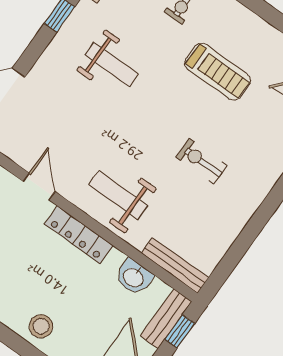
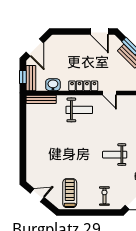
treadmill: (218, 72) -> (70, 193), moved, turned 90
exercise bike: (202, 161) -> (58, 143), removed
stool: (41, 326) -> (73, 44), removed

